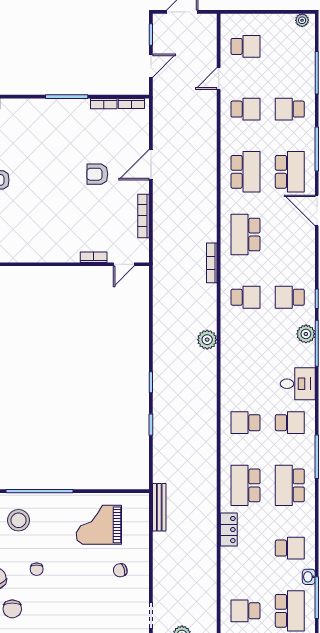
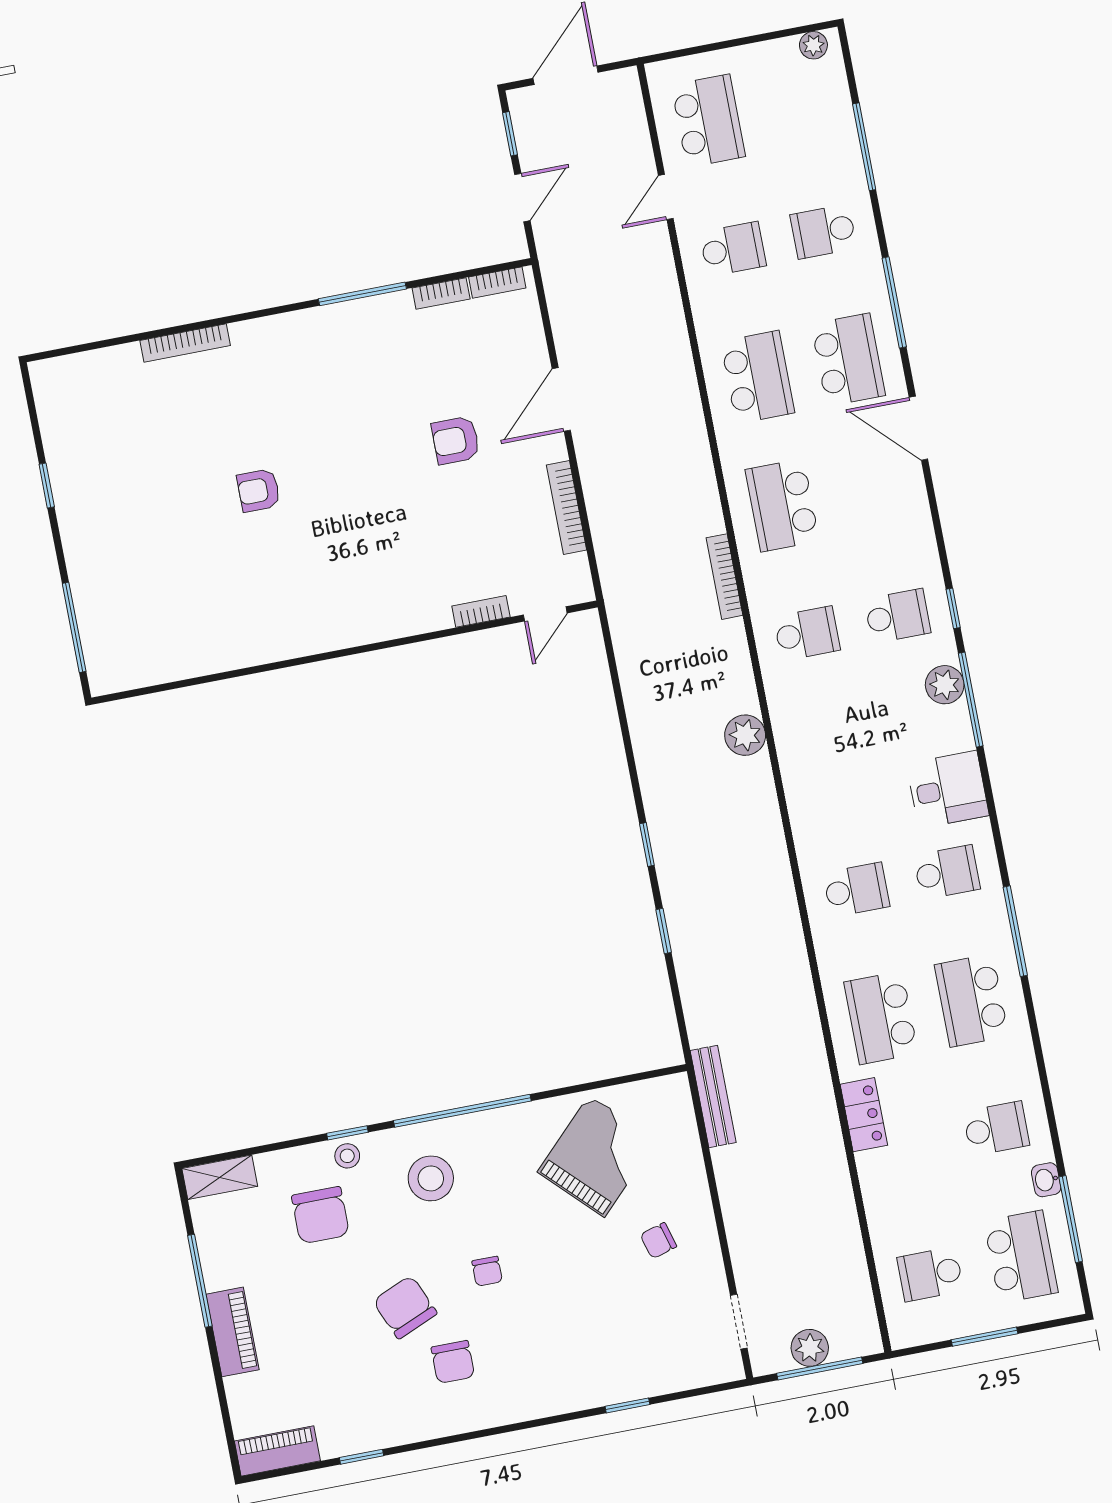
school desk: (246, 46) -> (708, 121), width x1.85
school desk: (290, 297) -> (897, 616), turned 180
school desk: (246, 423) -> (856, 890), turned 180
grand piano: (99, 525) -> (597, 1156), turned 135

